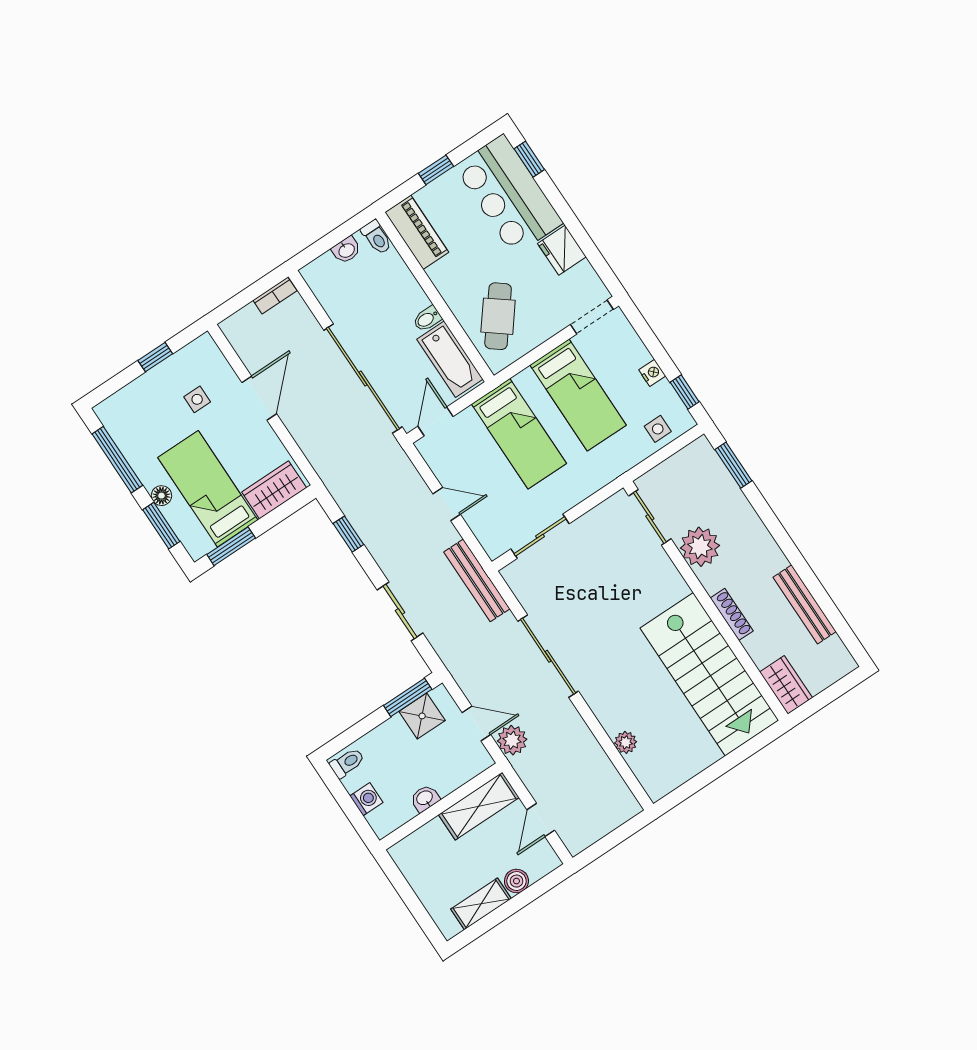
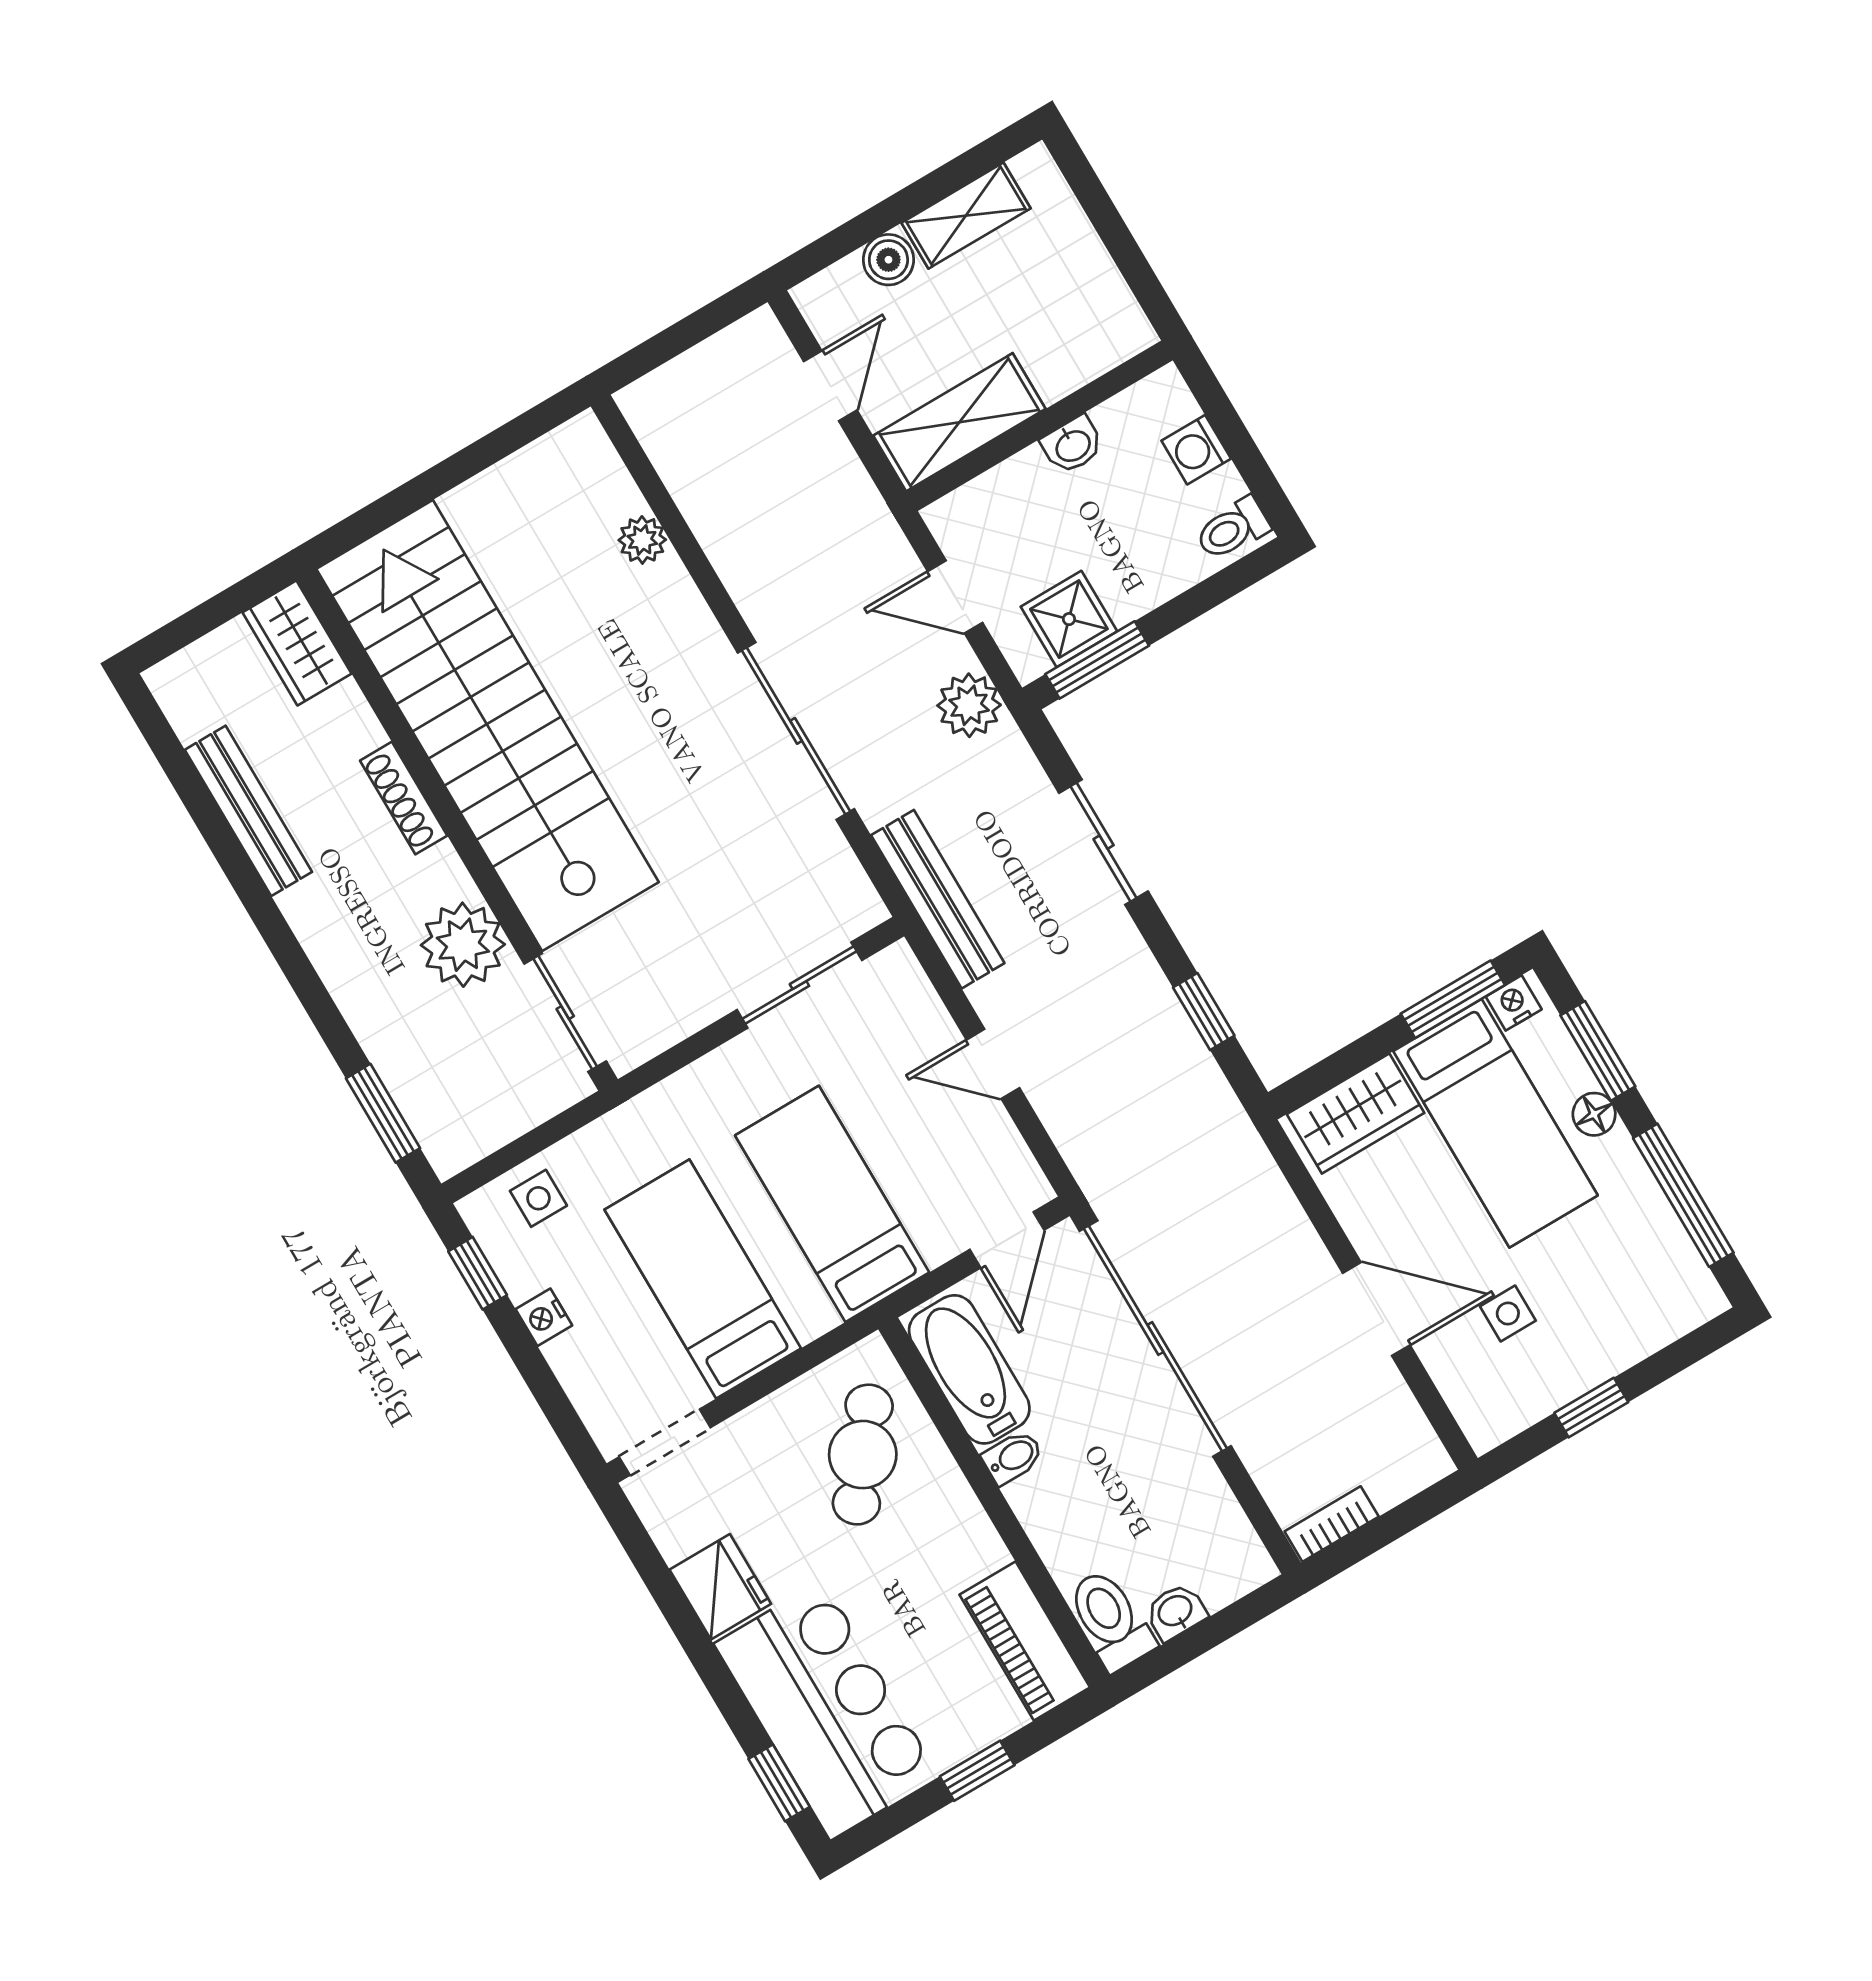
toilet: (377, 237) -> (1110, 1620), width x1.37, depth x1.39
door: (259, 398) -> (1376, 1309), swing flipped
nightstand: (202, 546) -> (1514, 1003), added
stairs: (709, 674) -> (488, 725), width x1.36
plant: (512, 740) -> (969, 705), moved

